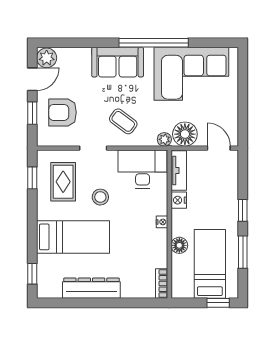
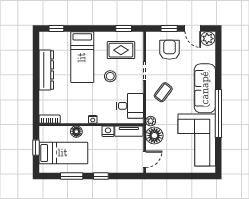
sofa: (118, 62) -> (205, 88), width x1.36
desk: (143, 169) -> (130, 106), width x0.73
window: (218, 303) -> (36, 148), moved

